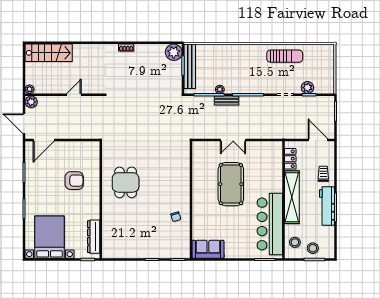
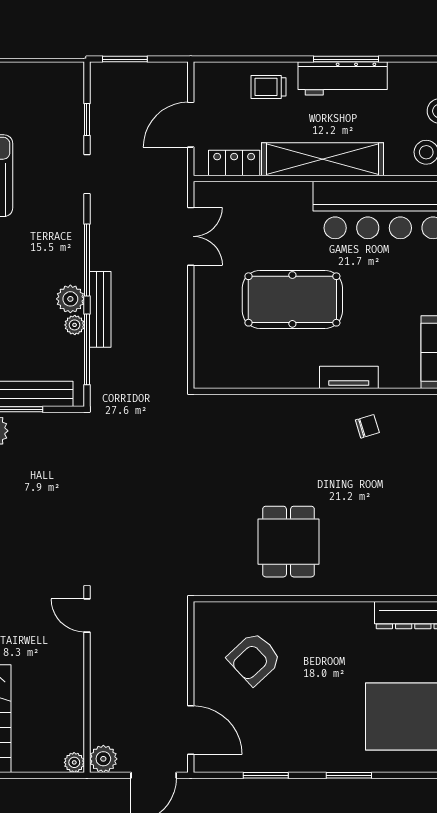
plant: (307, 88) -> (70, 299), moved
door: (74, 95) -> (87, 616), moved
bench: (227, 101) -> (100, 309), width x1.36
double door: (233, 140) -> (191, 236), moved
door: (318, 140) -> (191, 125), moved
armchair: (74, 181) -> (254, 659), moved, turned -133
dining table: (126, 182) -> (289, 542), turned 90
tv unit: (197, 209) -> (349, 377), added

